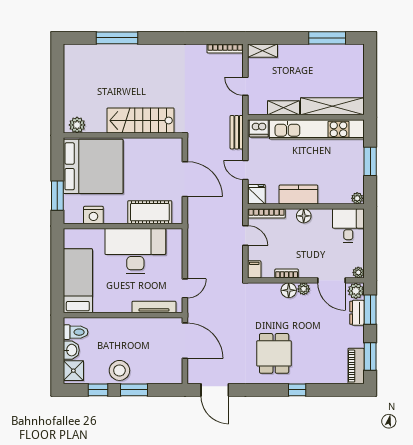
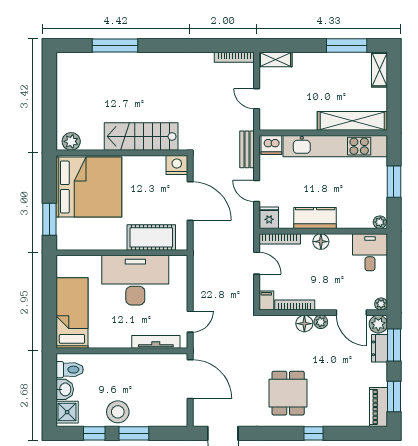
shelving: (284, 108) -> (379, 70), moved, turned 90
nightstand: (93, 215) -> (177, 165), moved, turned 180
bookcase: (287, 274) -> (295, 305), width x1.56

